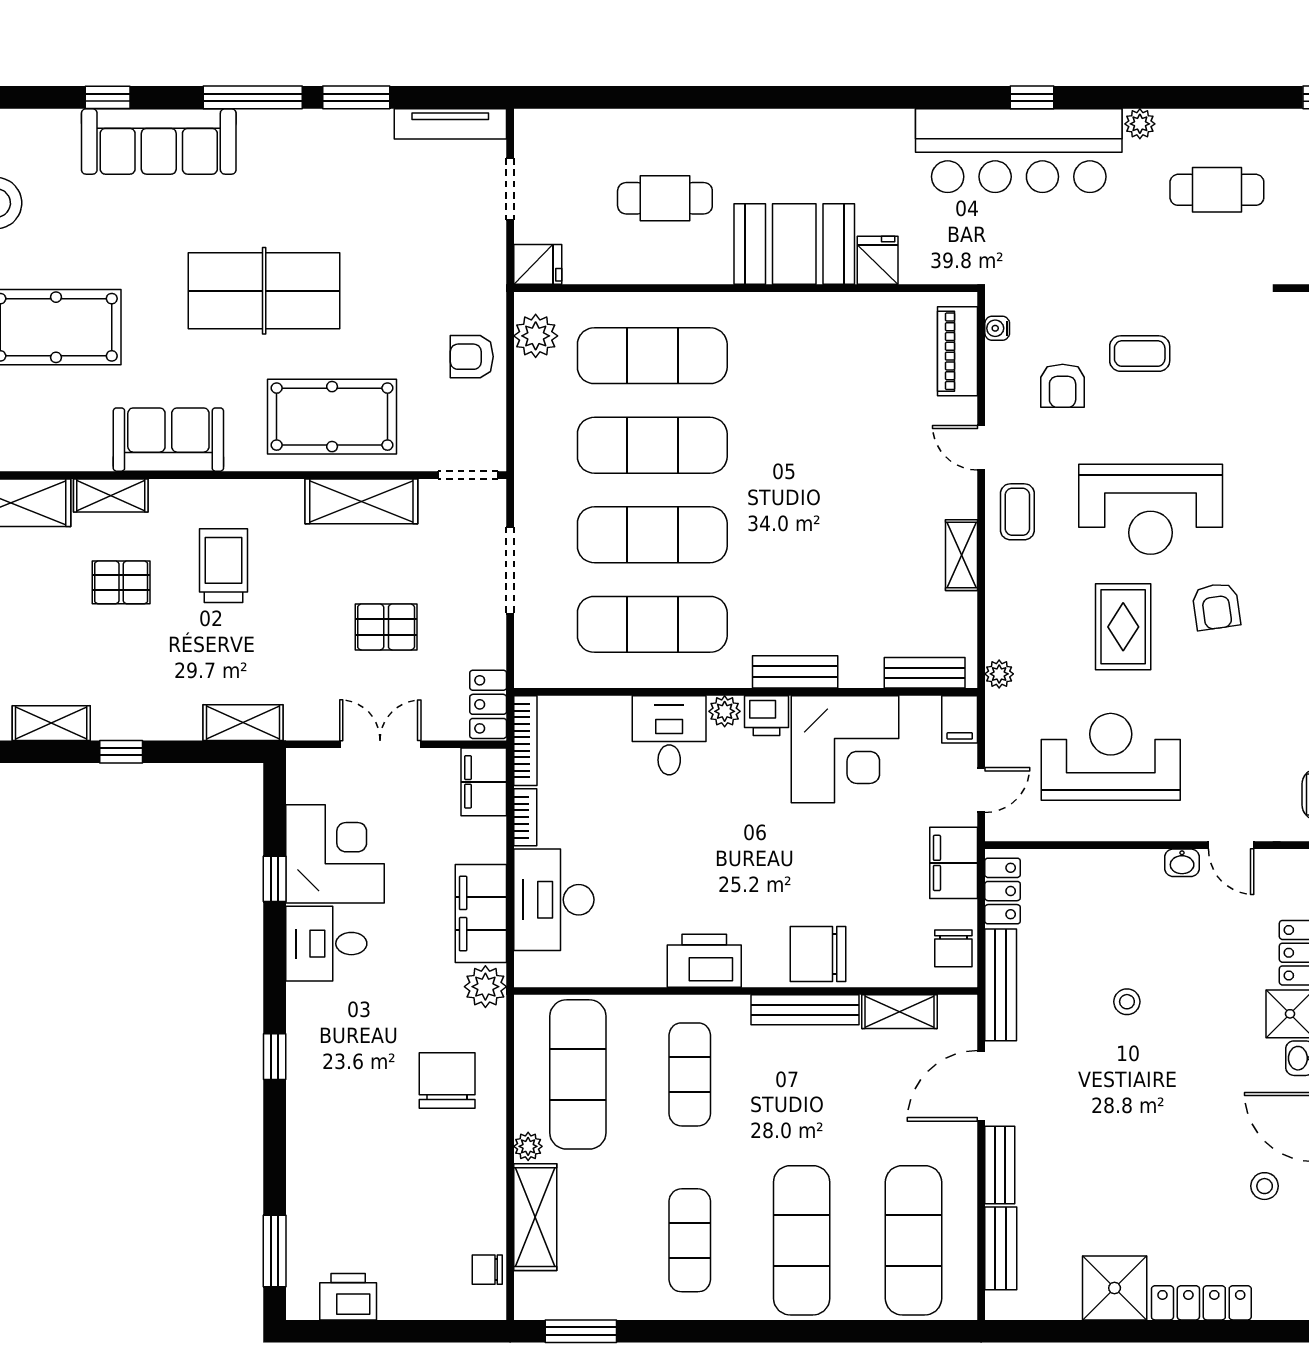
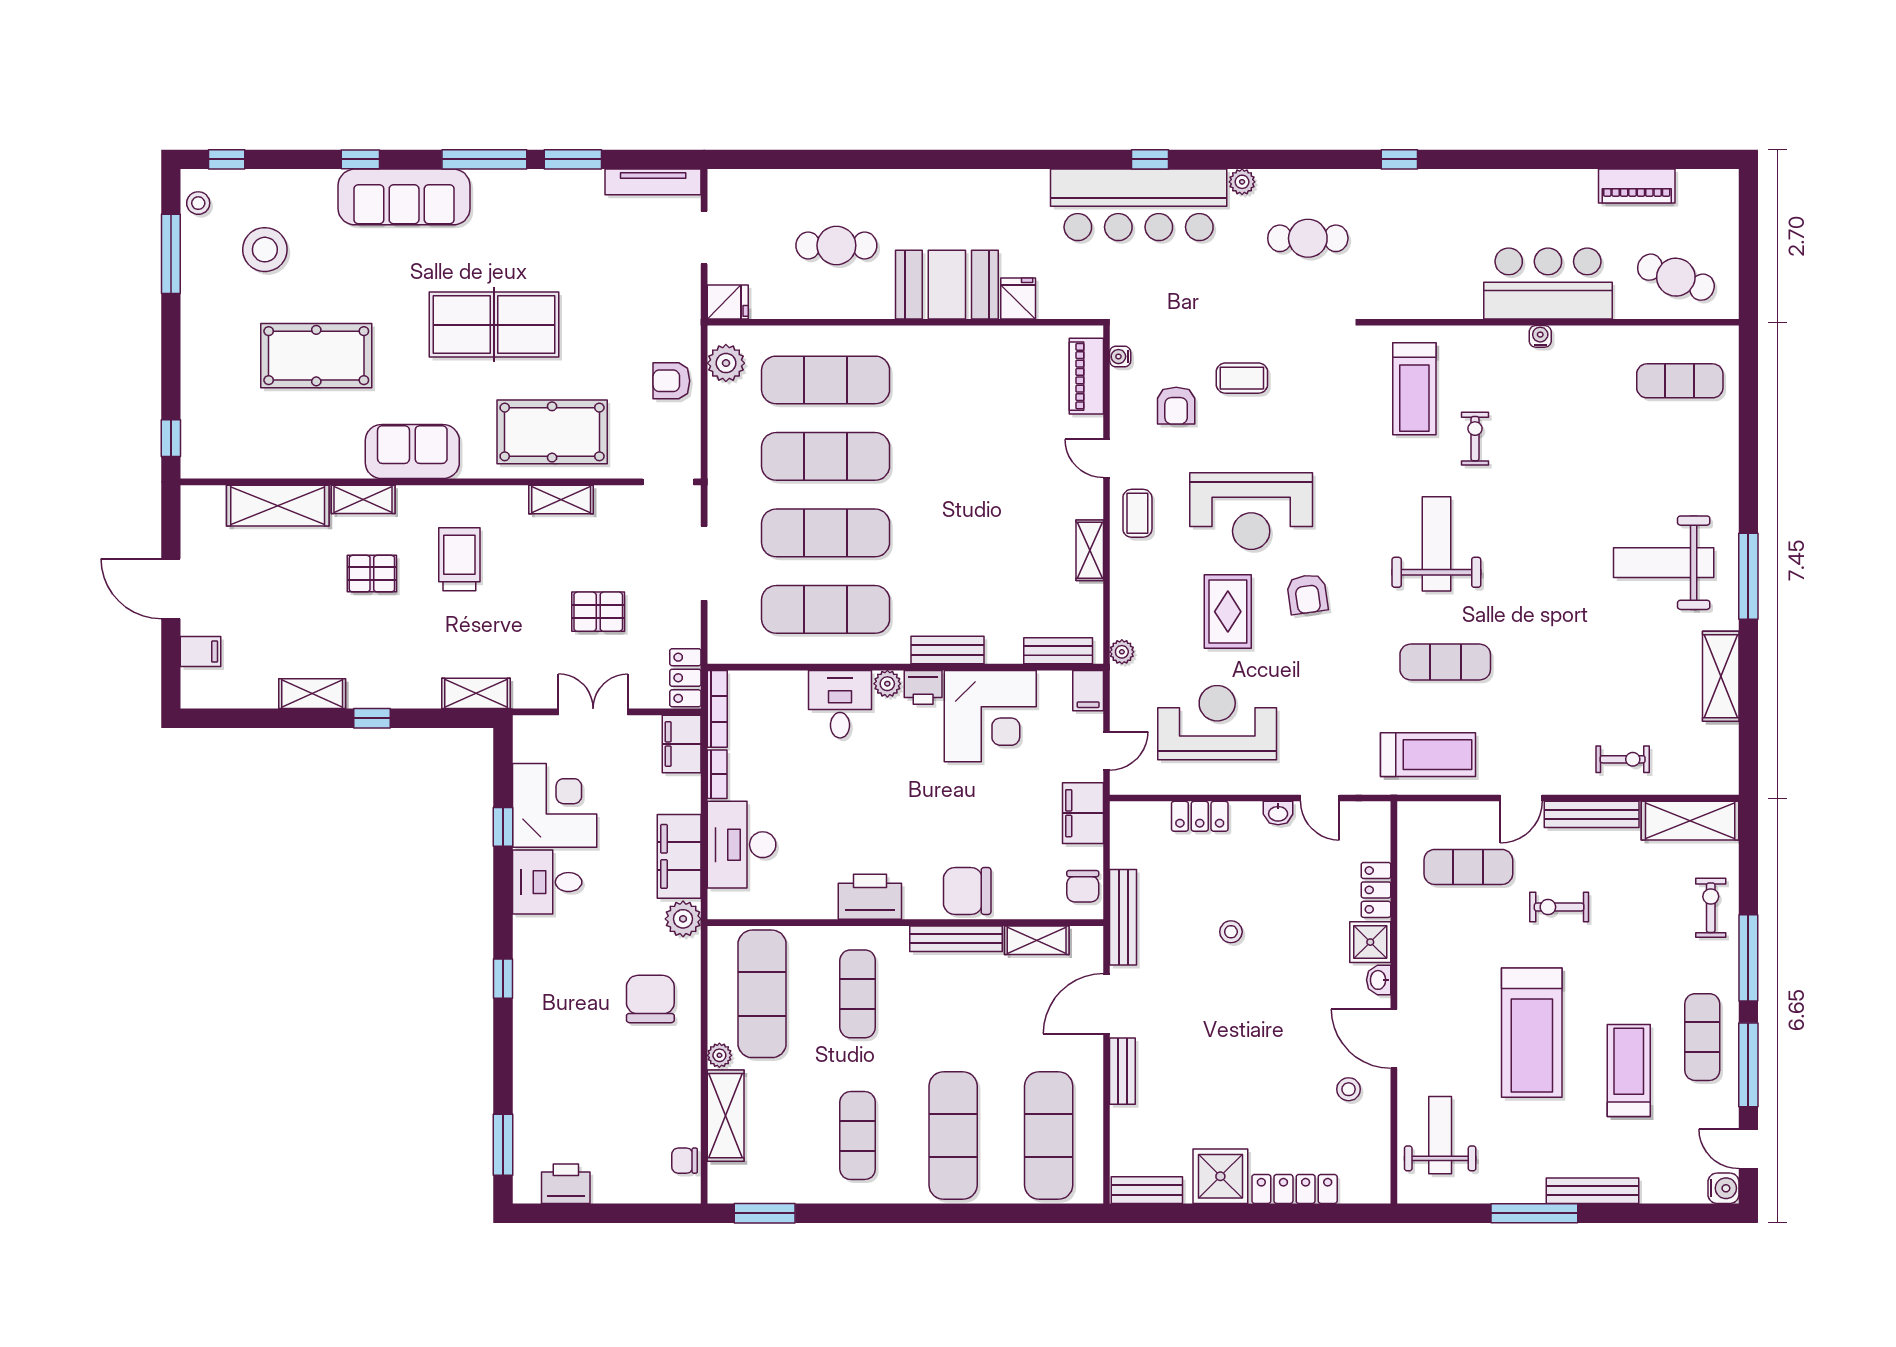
shelving: (361, 501) -> (561, 500), width x0.67, depth x0.75
locker: (1003, 891) -> (1200, 816), moved, turned 90
bench: (1001, 1248) -> (1147, 1190), moved, turned 90

